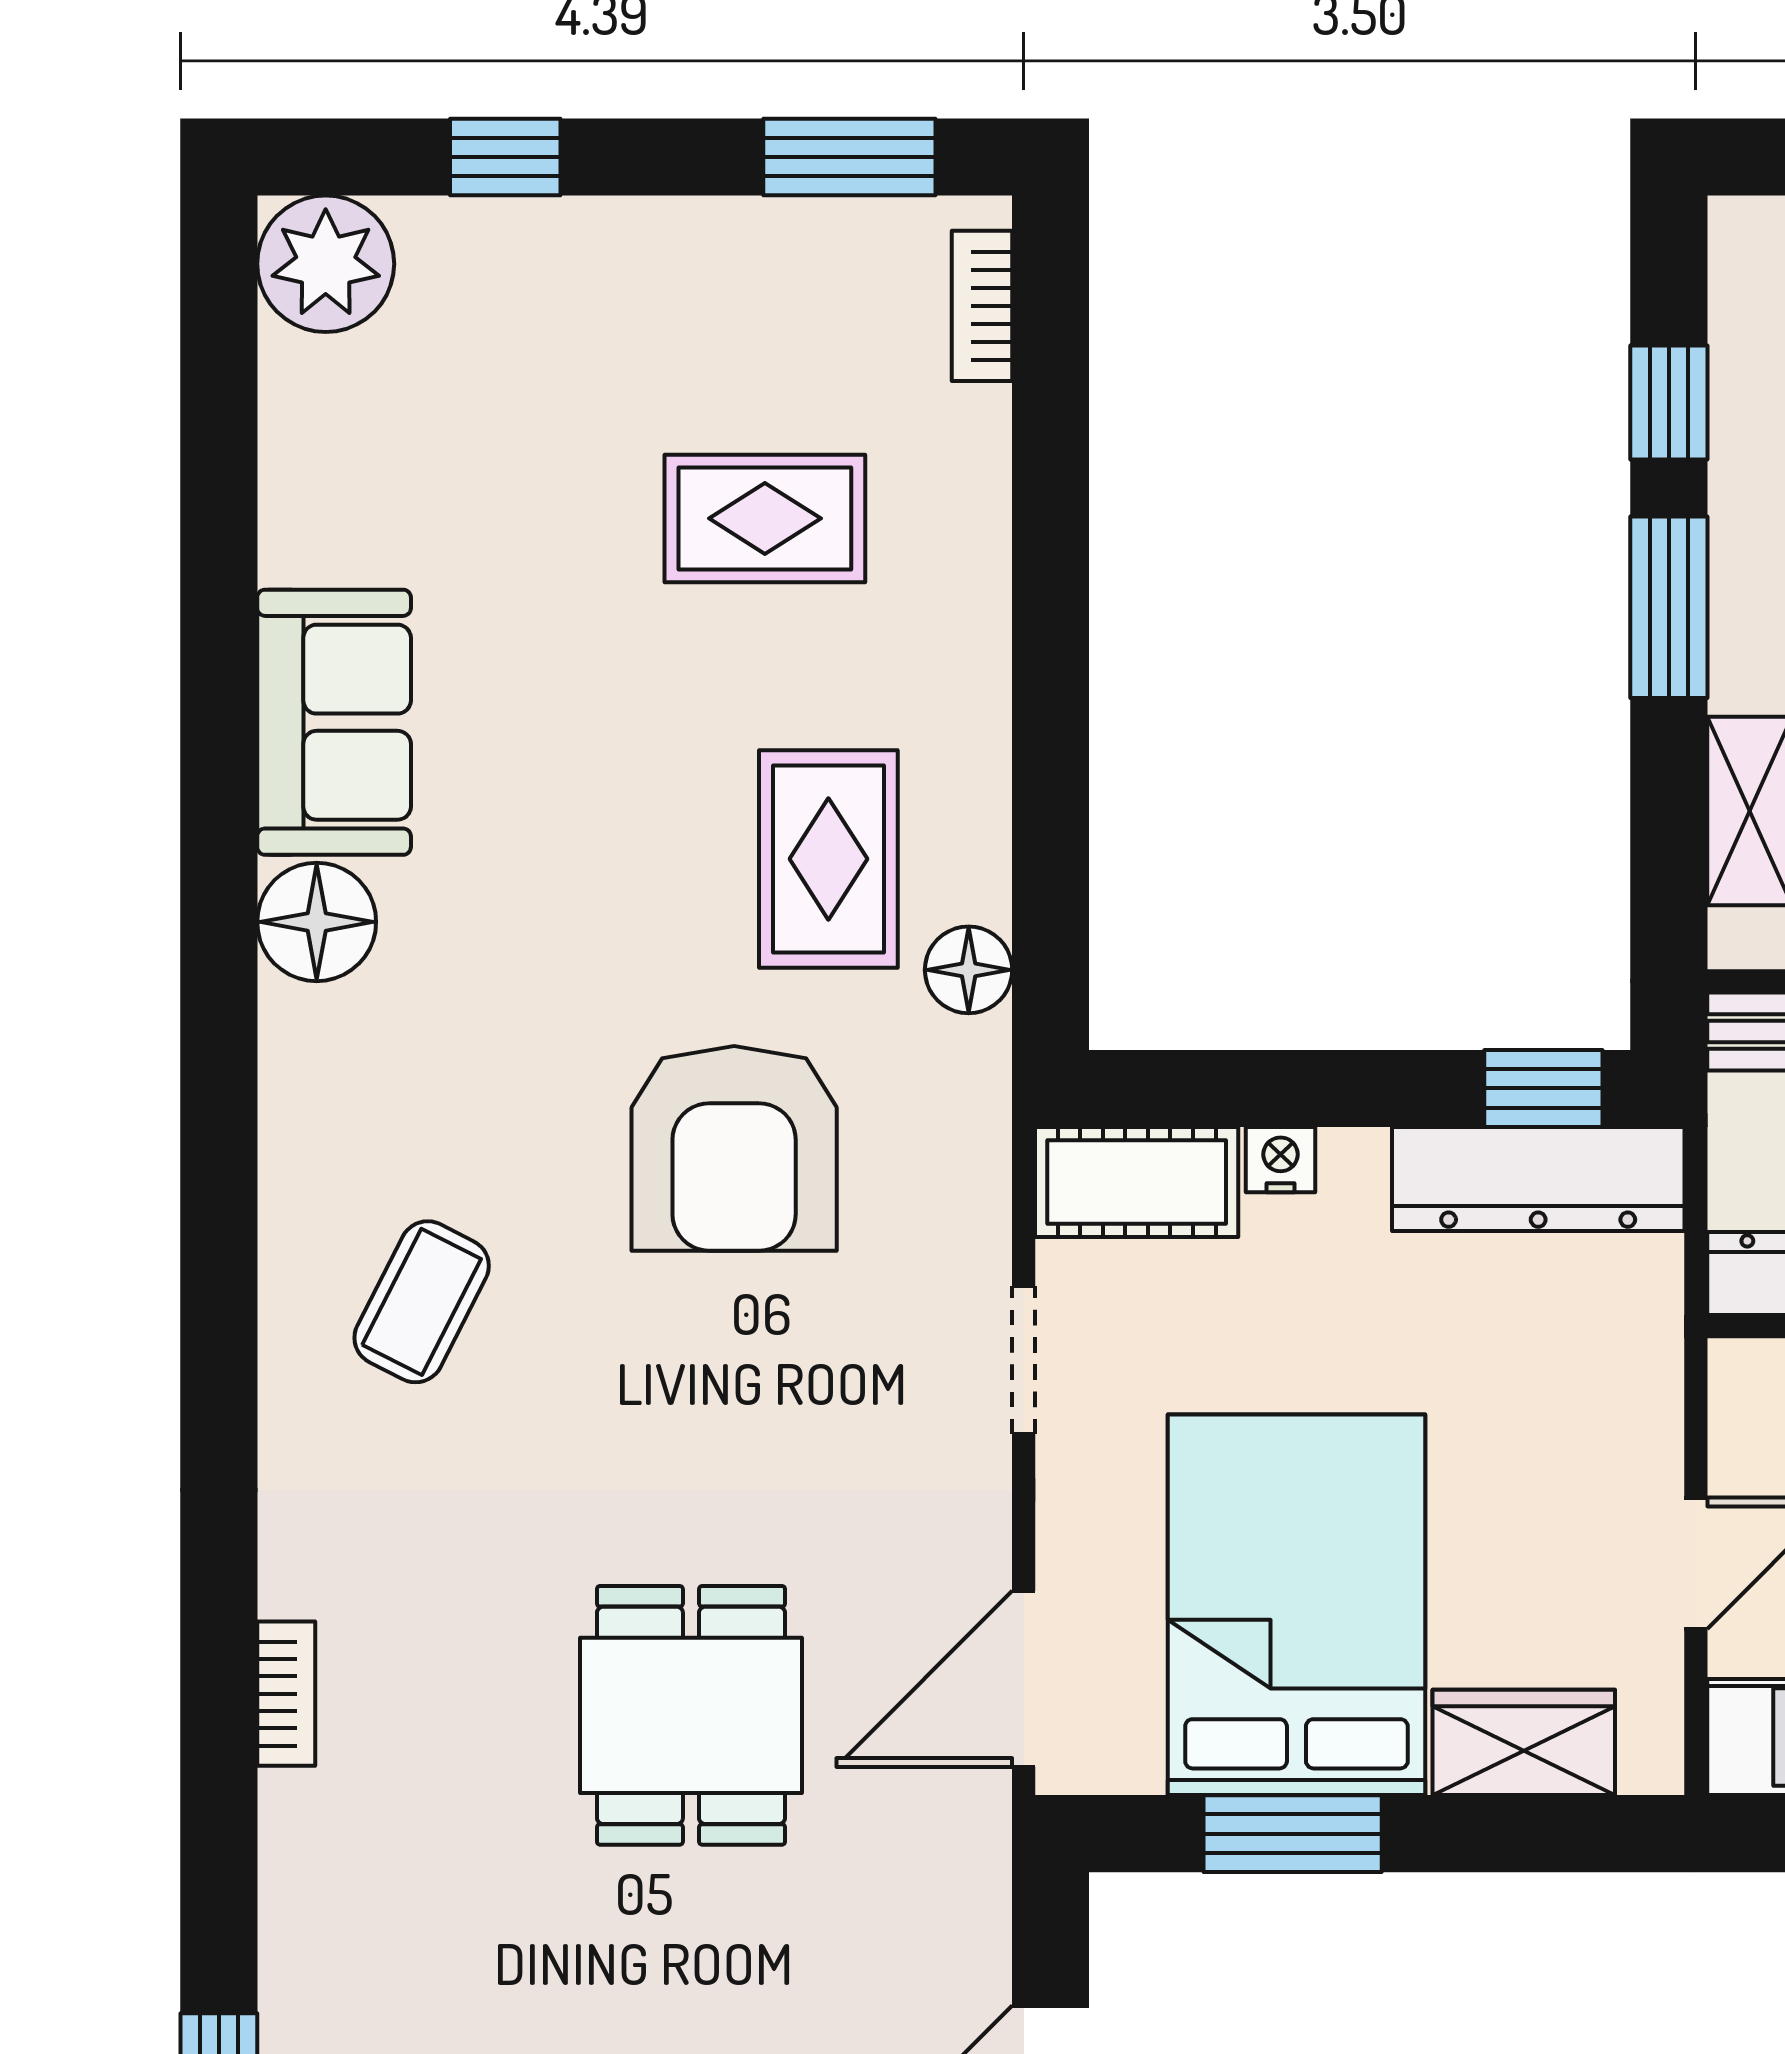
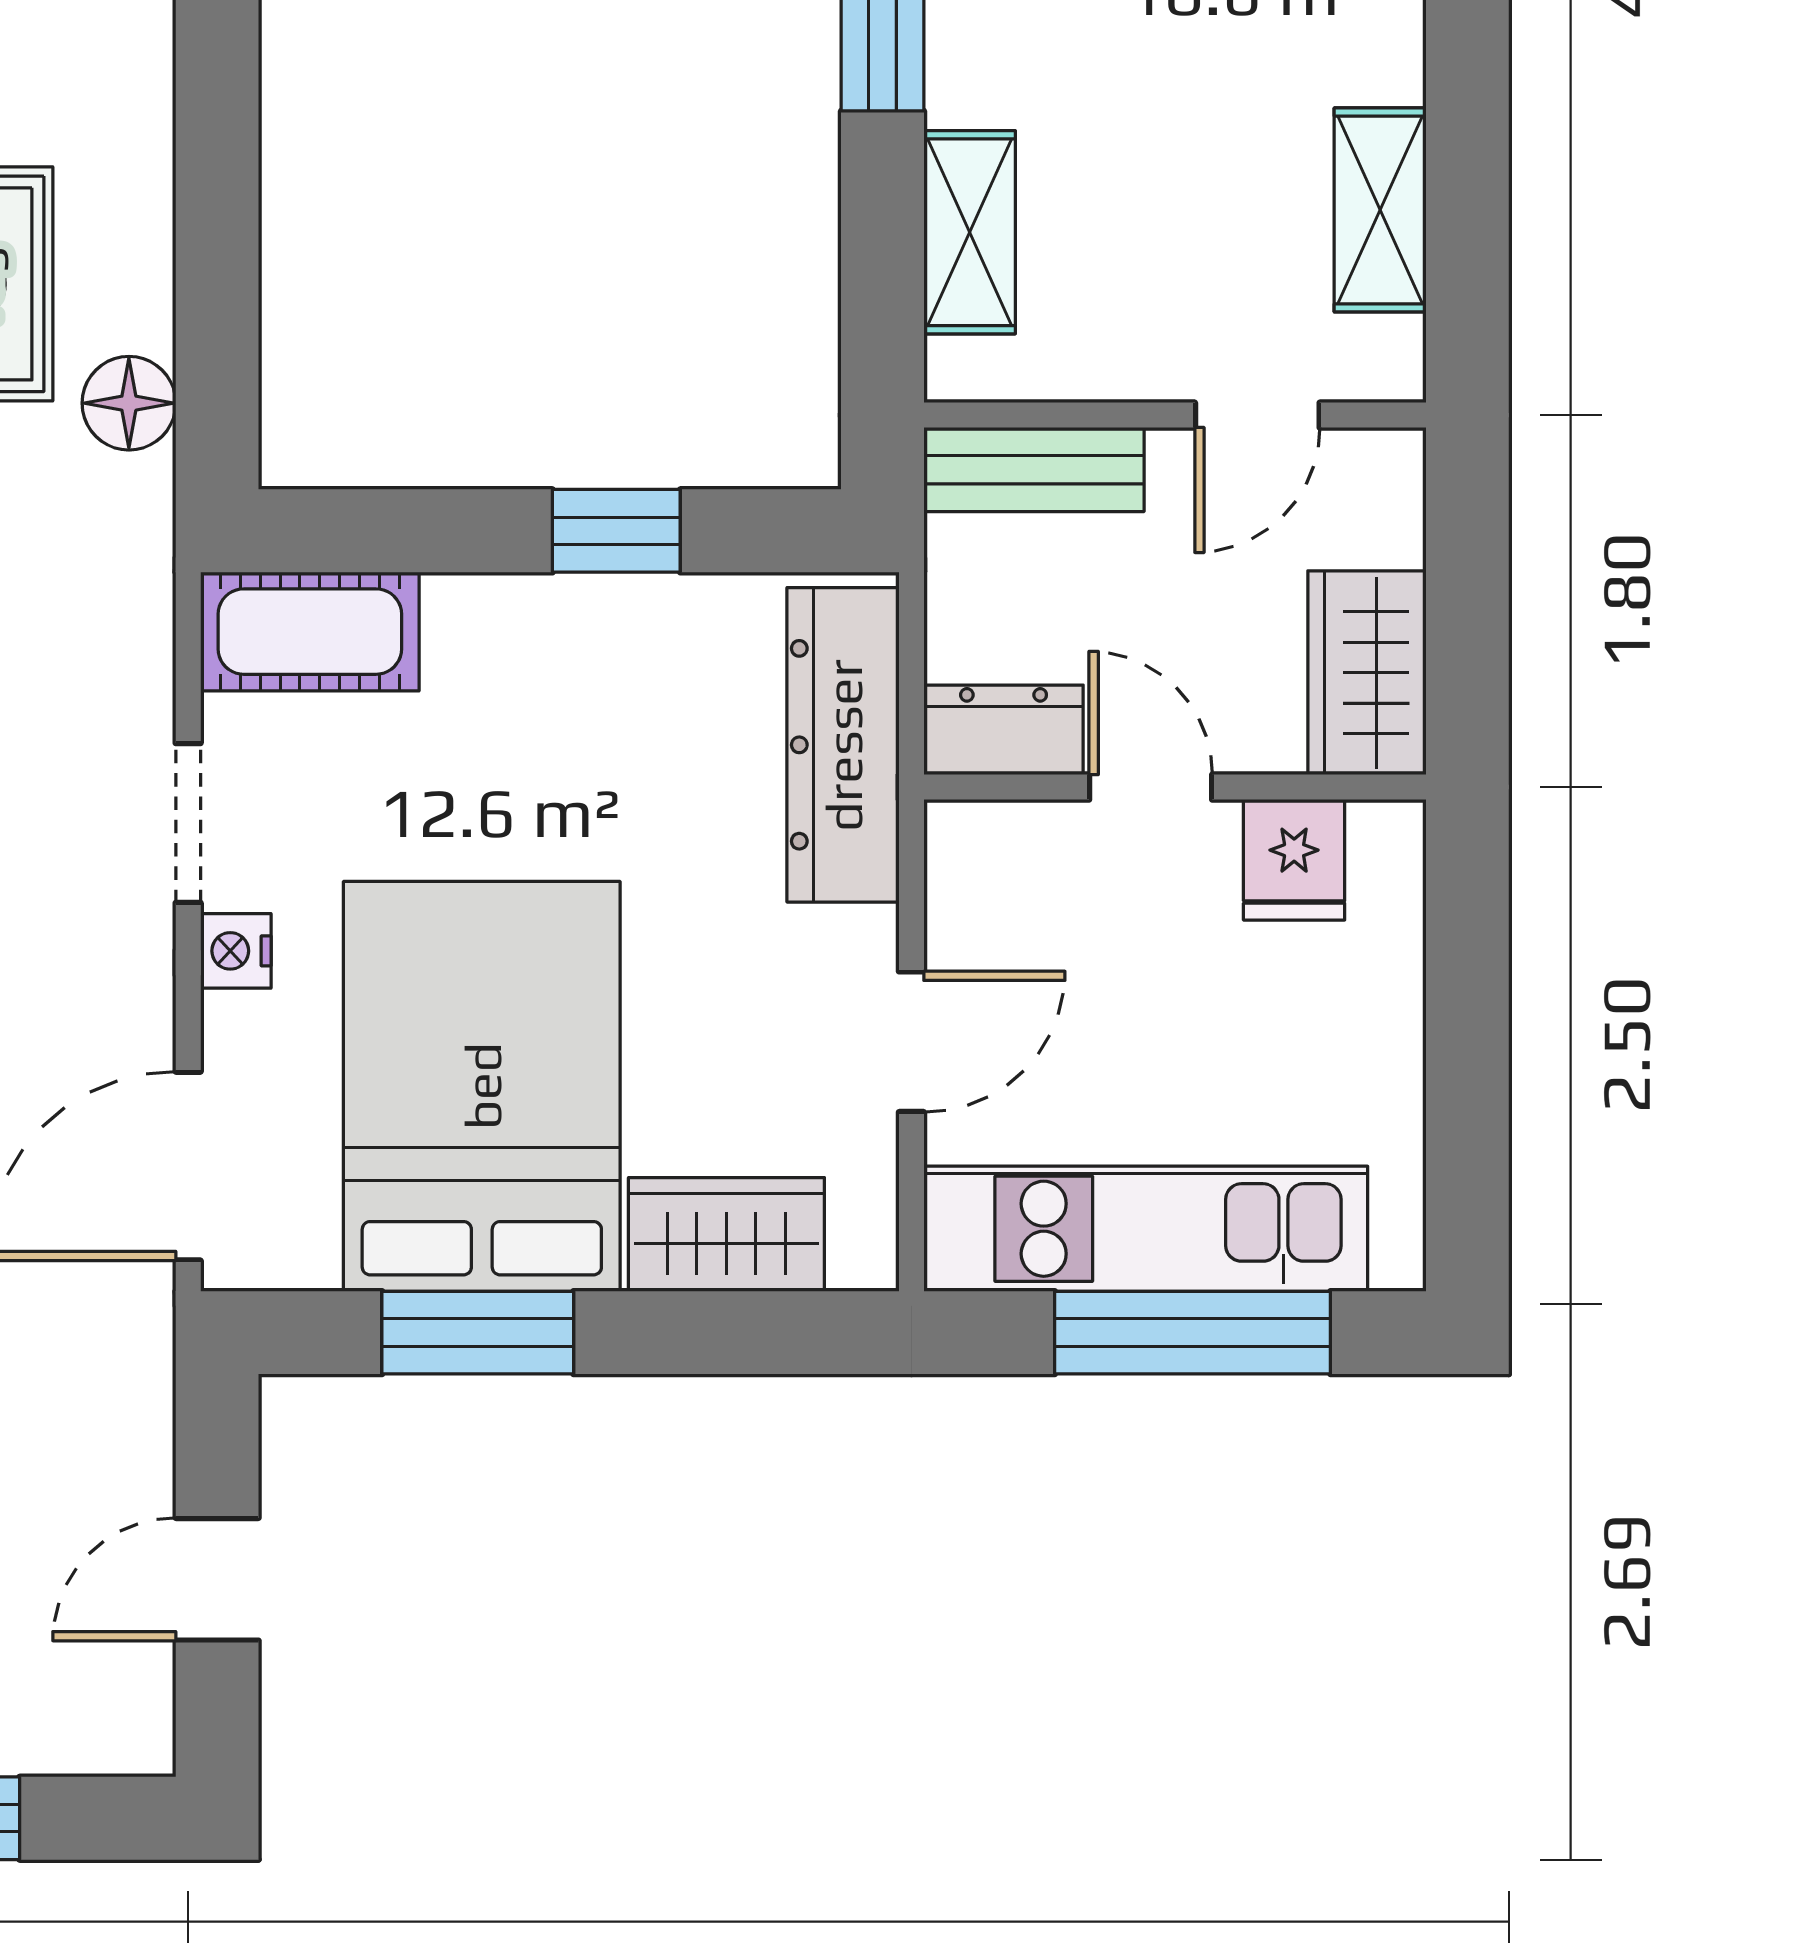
window: (1543, 1088) -> (616, 531), moved
nightstand: (1281, 1160) -> (236, 951), moved, turned -90
dresser: (1538, 1179) -> (843, 745), moved, turned 90

